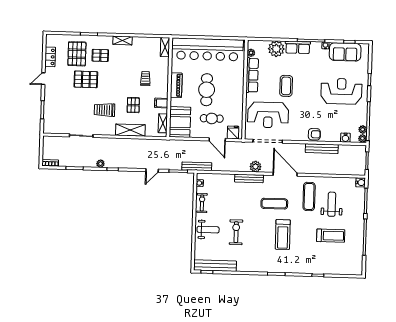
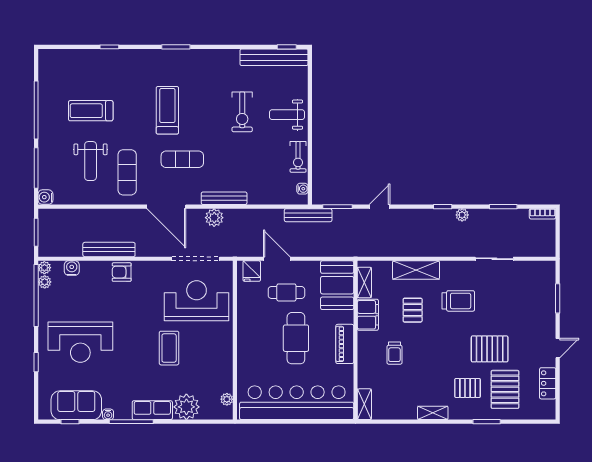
row of seats: (252, 75) -> (224, 364), removed
filing cabinet: (161, 103) -> (368, 315), width x2.00

